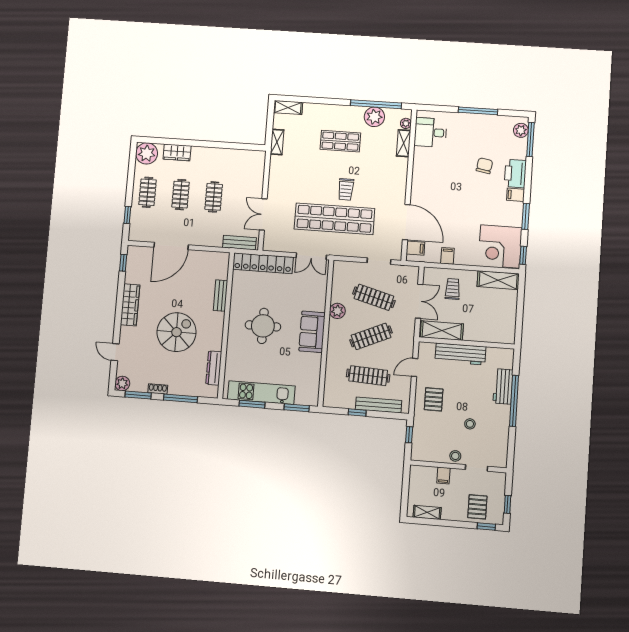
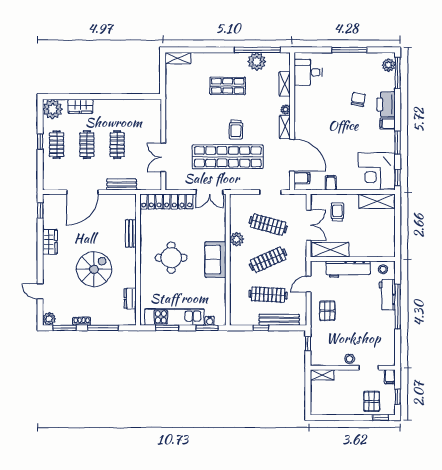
plant: (406, 123) -> (285, 109), moved
shelving: (277, 142) -> (285, 127), moved
window: (127, 215) -> (40, 142), moved
bench: (239, 243) -> (122, 185), moved
wardrobe: (130, 305) -> (50, 242), width x0.67
dresser: (214, 368) -> (130, 299), width x0.70
water cooler: (300, 400) -> (210, 321), added
stool: (470, 424) -> (383, 269), moved
filing cabinet: (443, 475) -> (390, 377), moved
shelving: (427, 512) -> (322, 375), moved

